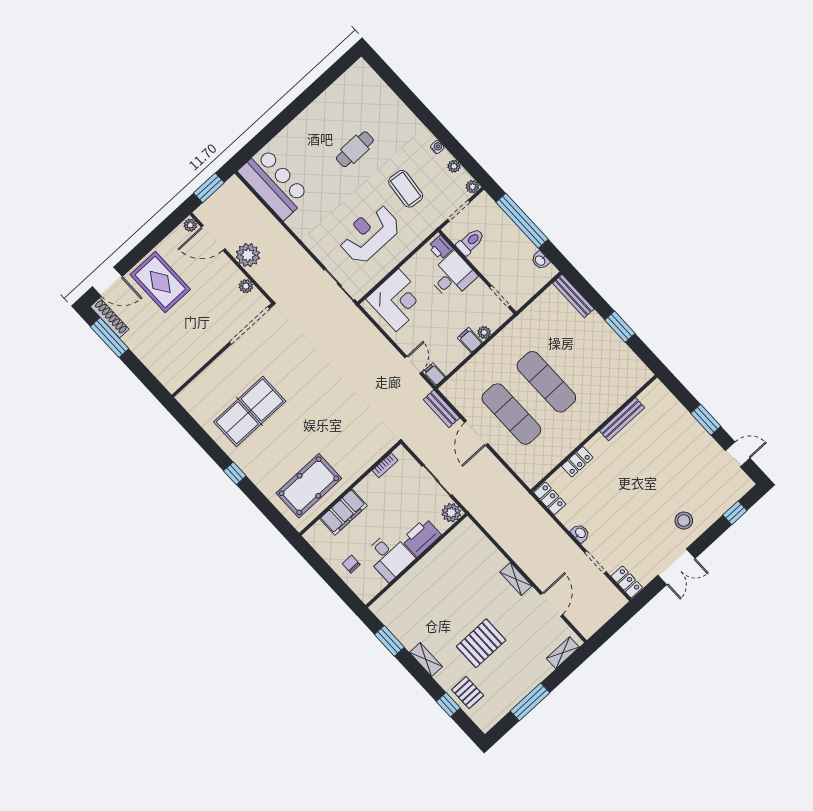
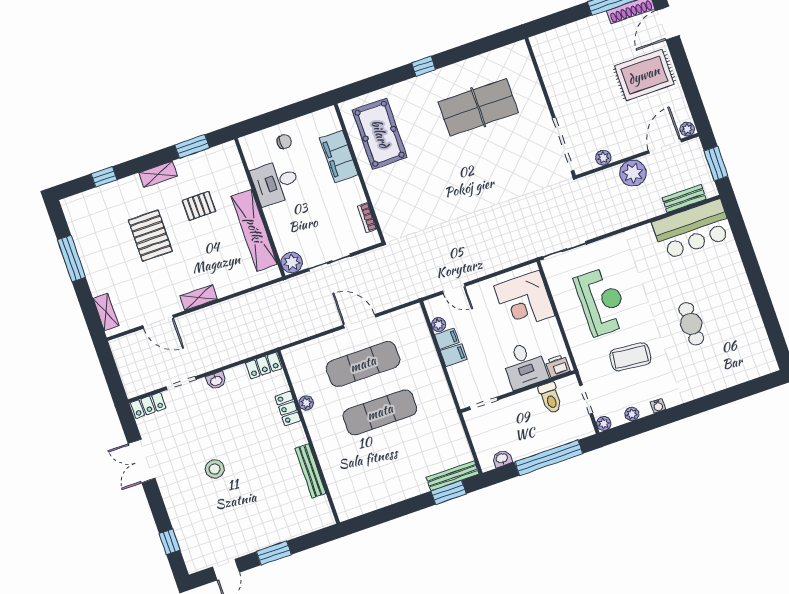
window: (620, 327) -> (449, 492), moved
plant: (484, 332) -> (439, 325), moved
filing cabinet: (434, 374) -> (447, 339), moved
bench: (441, 409) -> (684, 199), moved
table tennis table: (250, 411) -> (478, 107), turned 90
plant: (566, 448) -> (306, 403), added
stool: (684, 521) -> (215, 469), moved
printer: (421, 537) -> (280, 222), removed
shelving: (438, 557) -> (254, 230), added
pallet: (468, 693) -> (199, 206), moved

